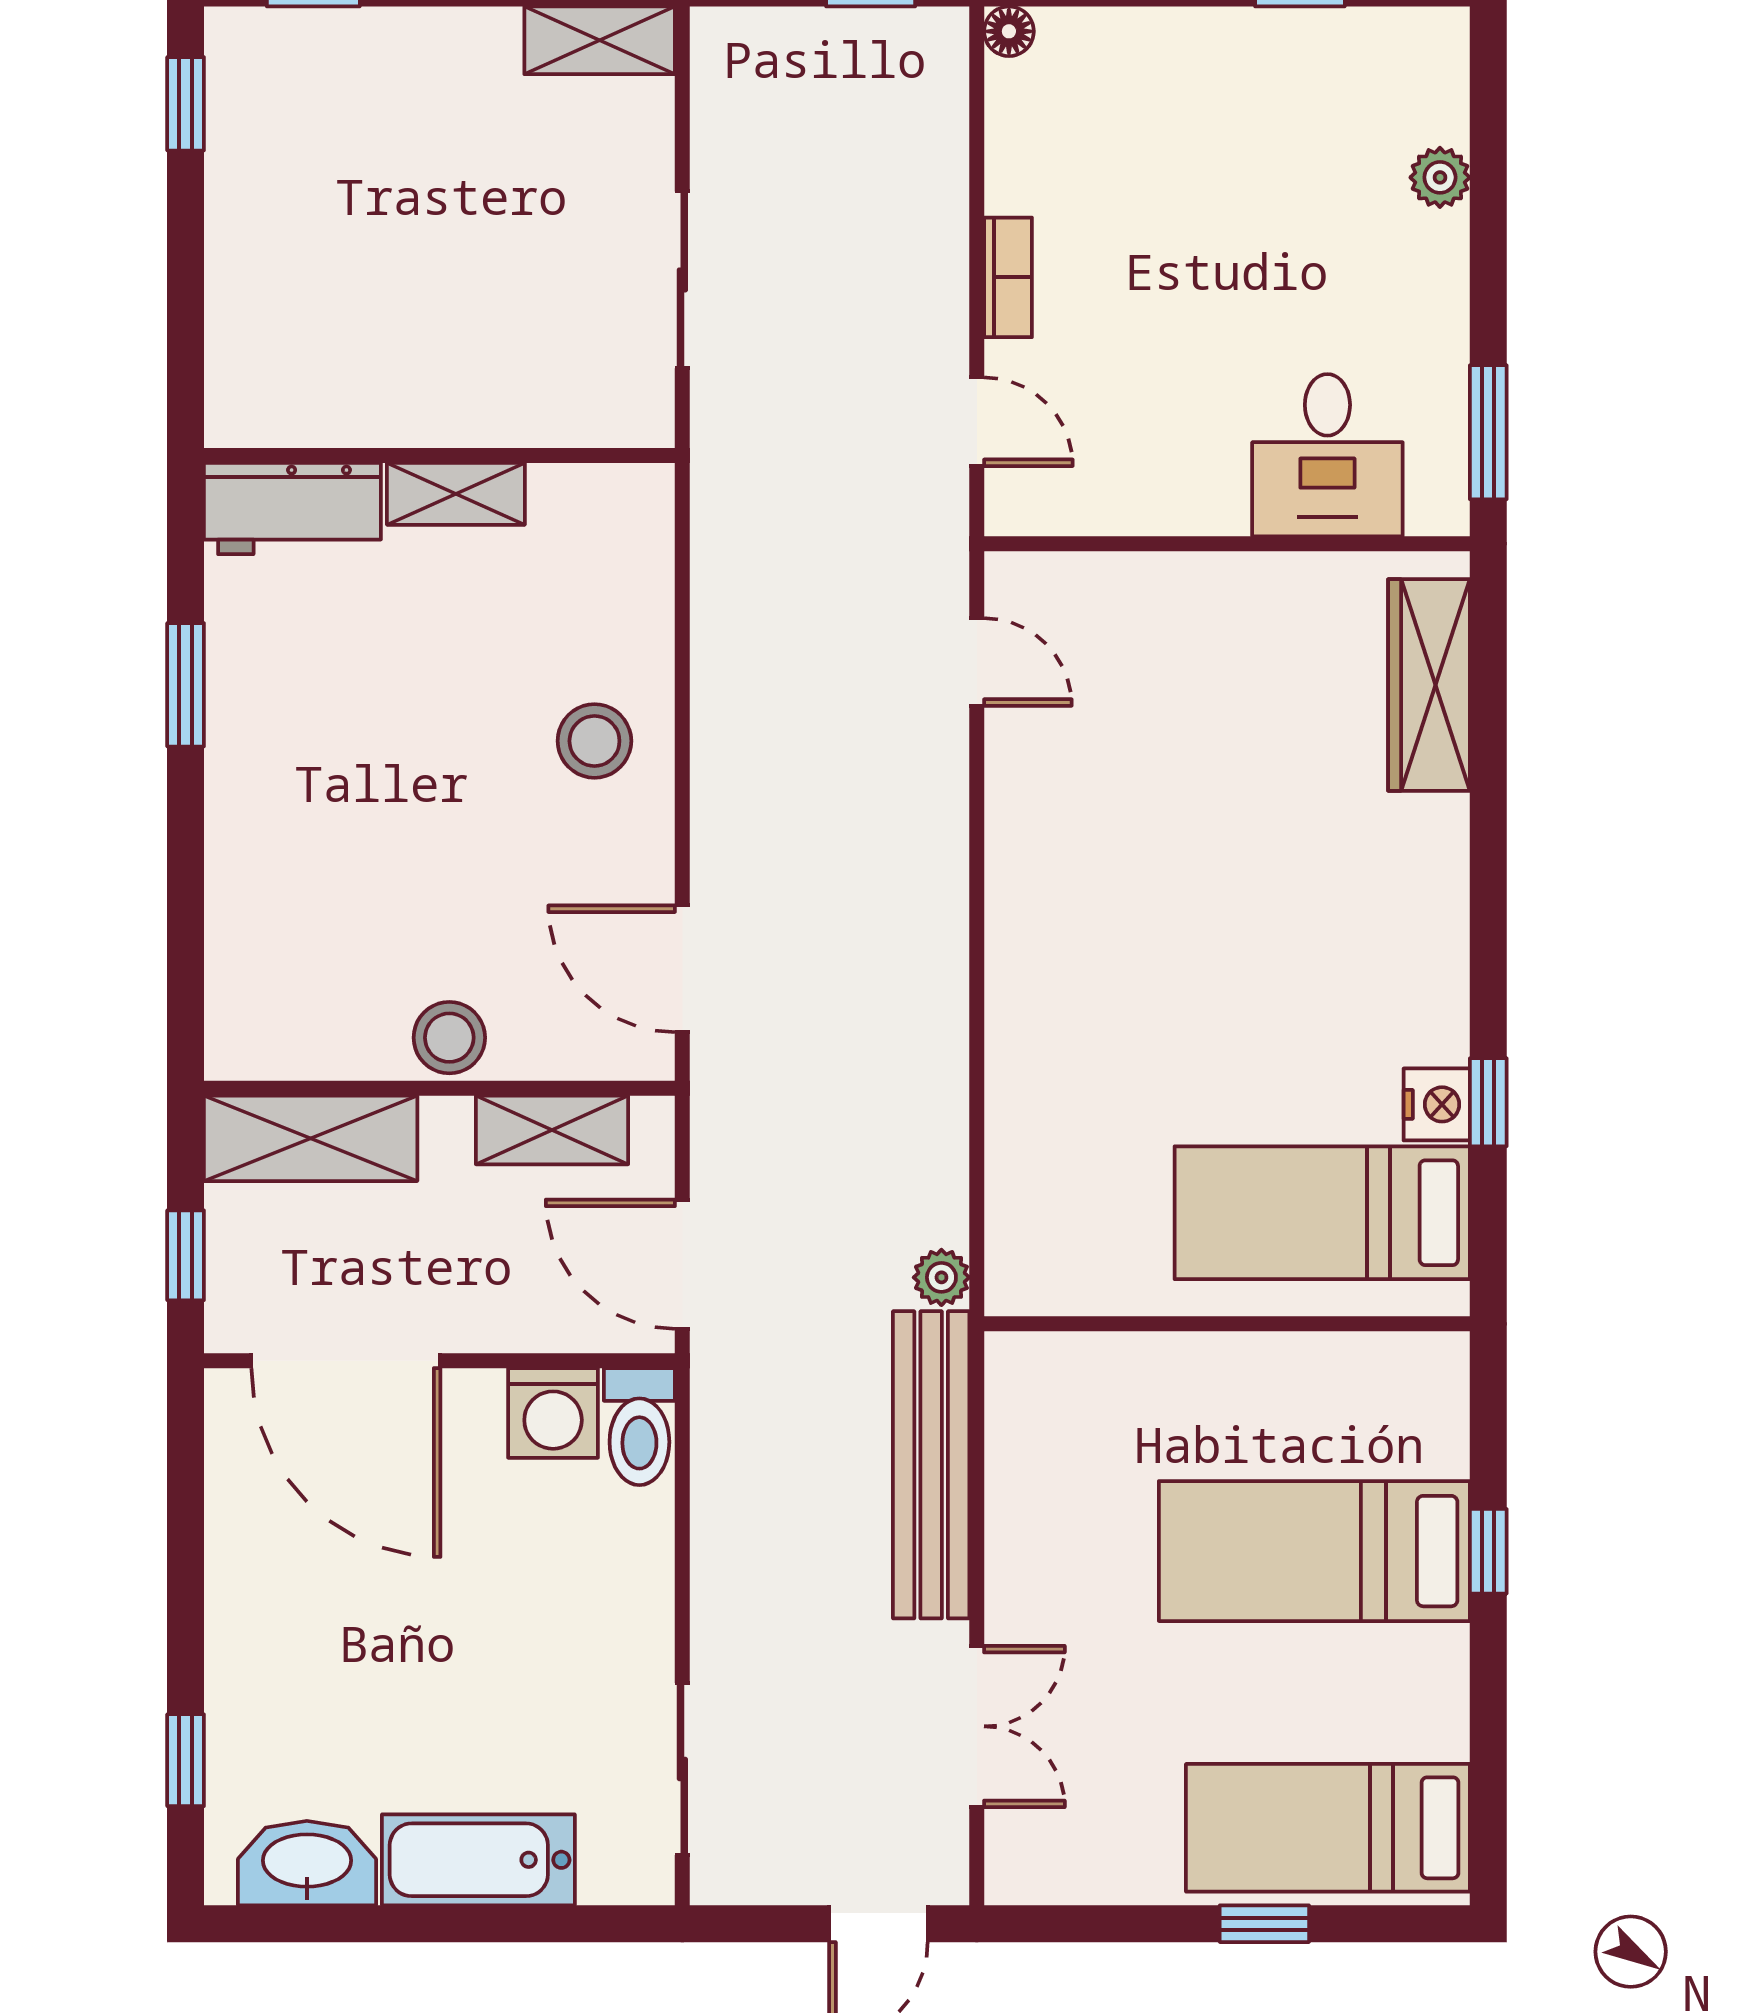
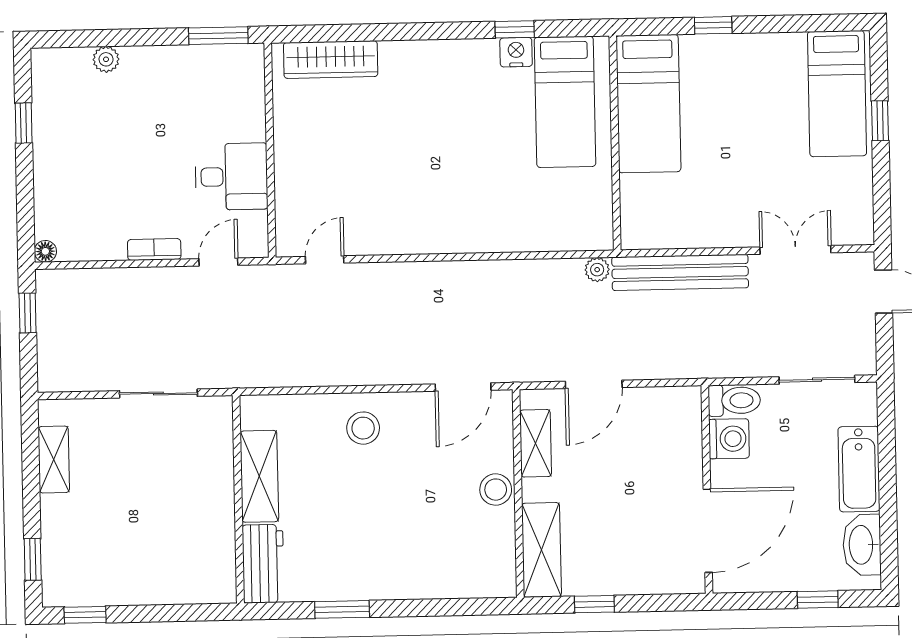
shelving: (600, 40) -> (54, 459), moved
desk: (1327, 455) -> (231, 177), moved
shelving: (456, 494) -> (259, 476), width x1.50, depth x1.33
door: (346, 1361) -> (708, 531), moved
wall: (439, 1361) -> (707, 489), moved
washing machine: (553, 1413) -> (729, 439), moved
toilet: (639, 1427) -> (734, 400), moved
bed: (1314, 1551) -> (648, 104), moved

